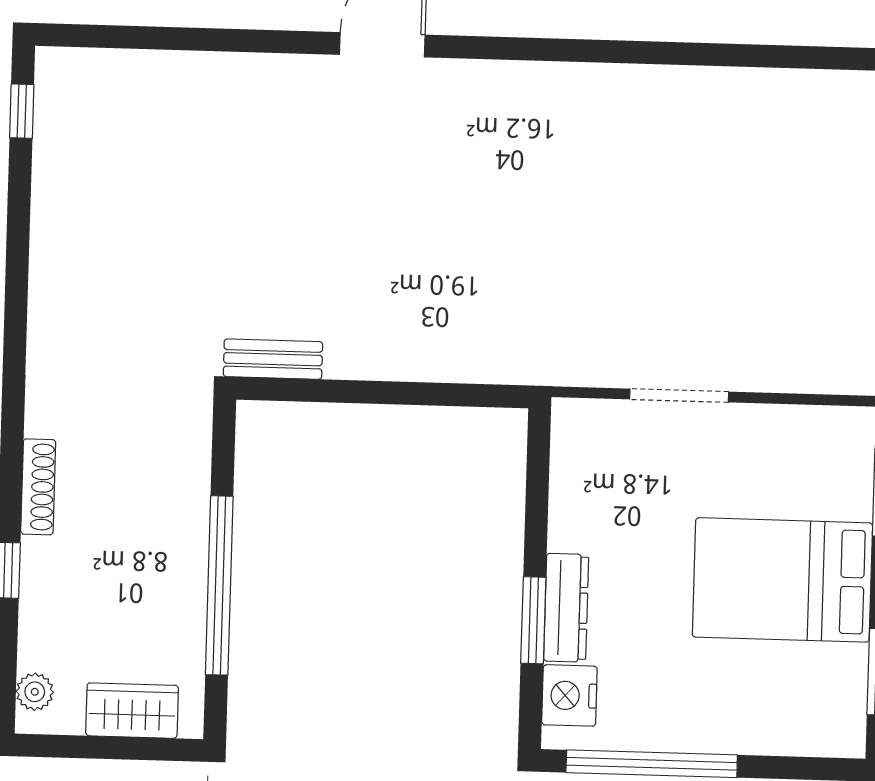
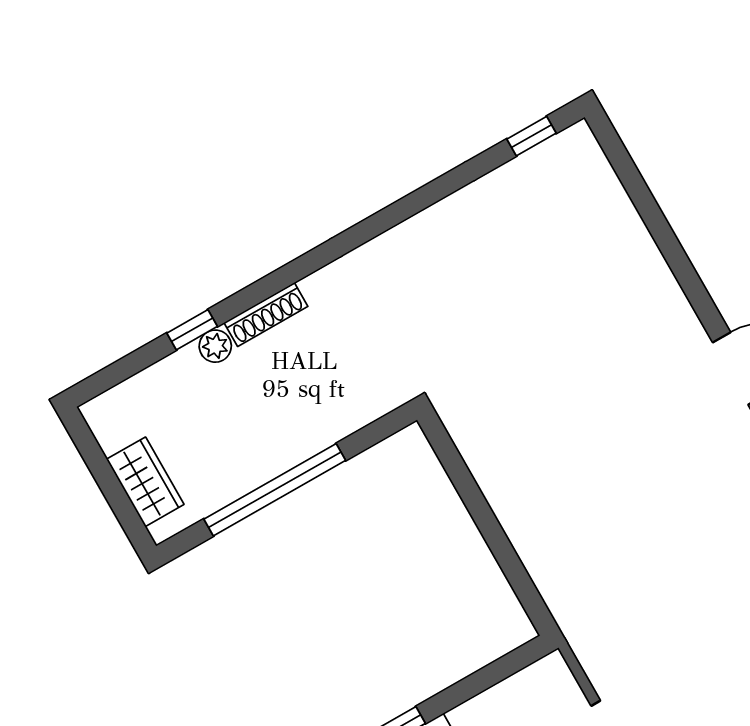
bench: (273, 359) -> (463, 428), removed
plant: (35, 692) -> (215, 346), moved

